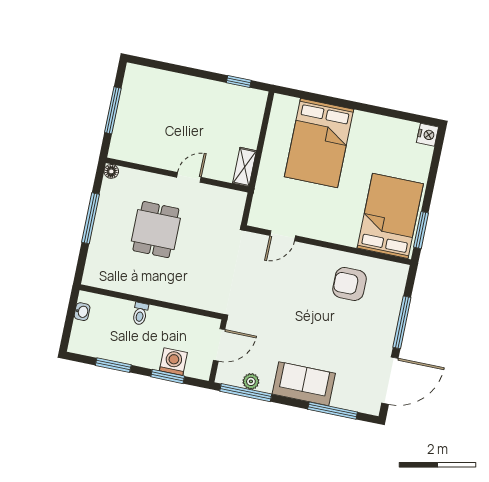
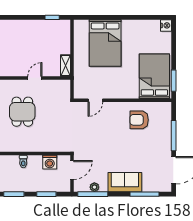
washing machine: (173, 362) -> (50, 162), moved, turned 180

